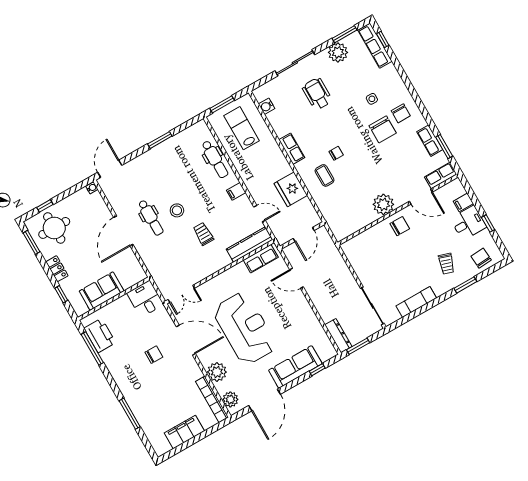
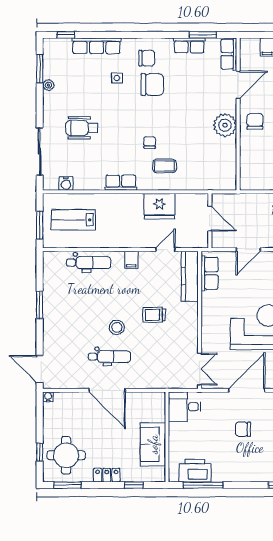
row of seats: (375, 46) -> (97, 46), moved
plant: (338, 52) -> (48, 85), width x0.53, depth x0.53
sliding door: (295, 63) -> (40, 151), moved
chair: (154, 355) -> (243, 429), turned -90

